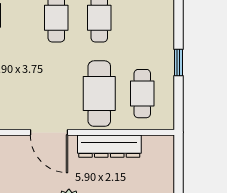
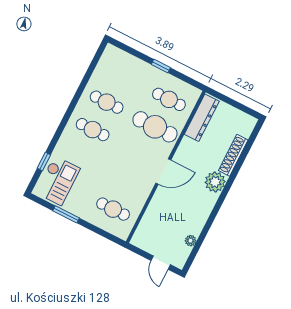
dresser: (109, 146) -> (202, 118), moved

